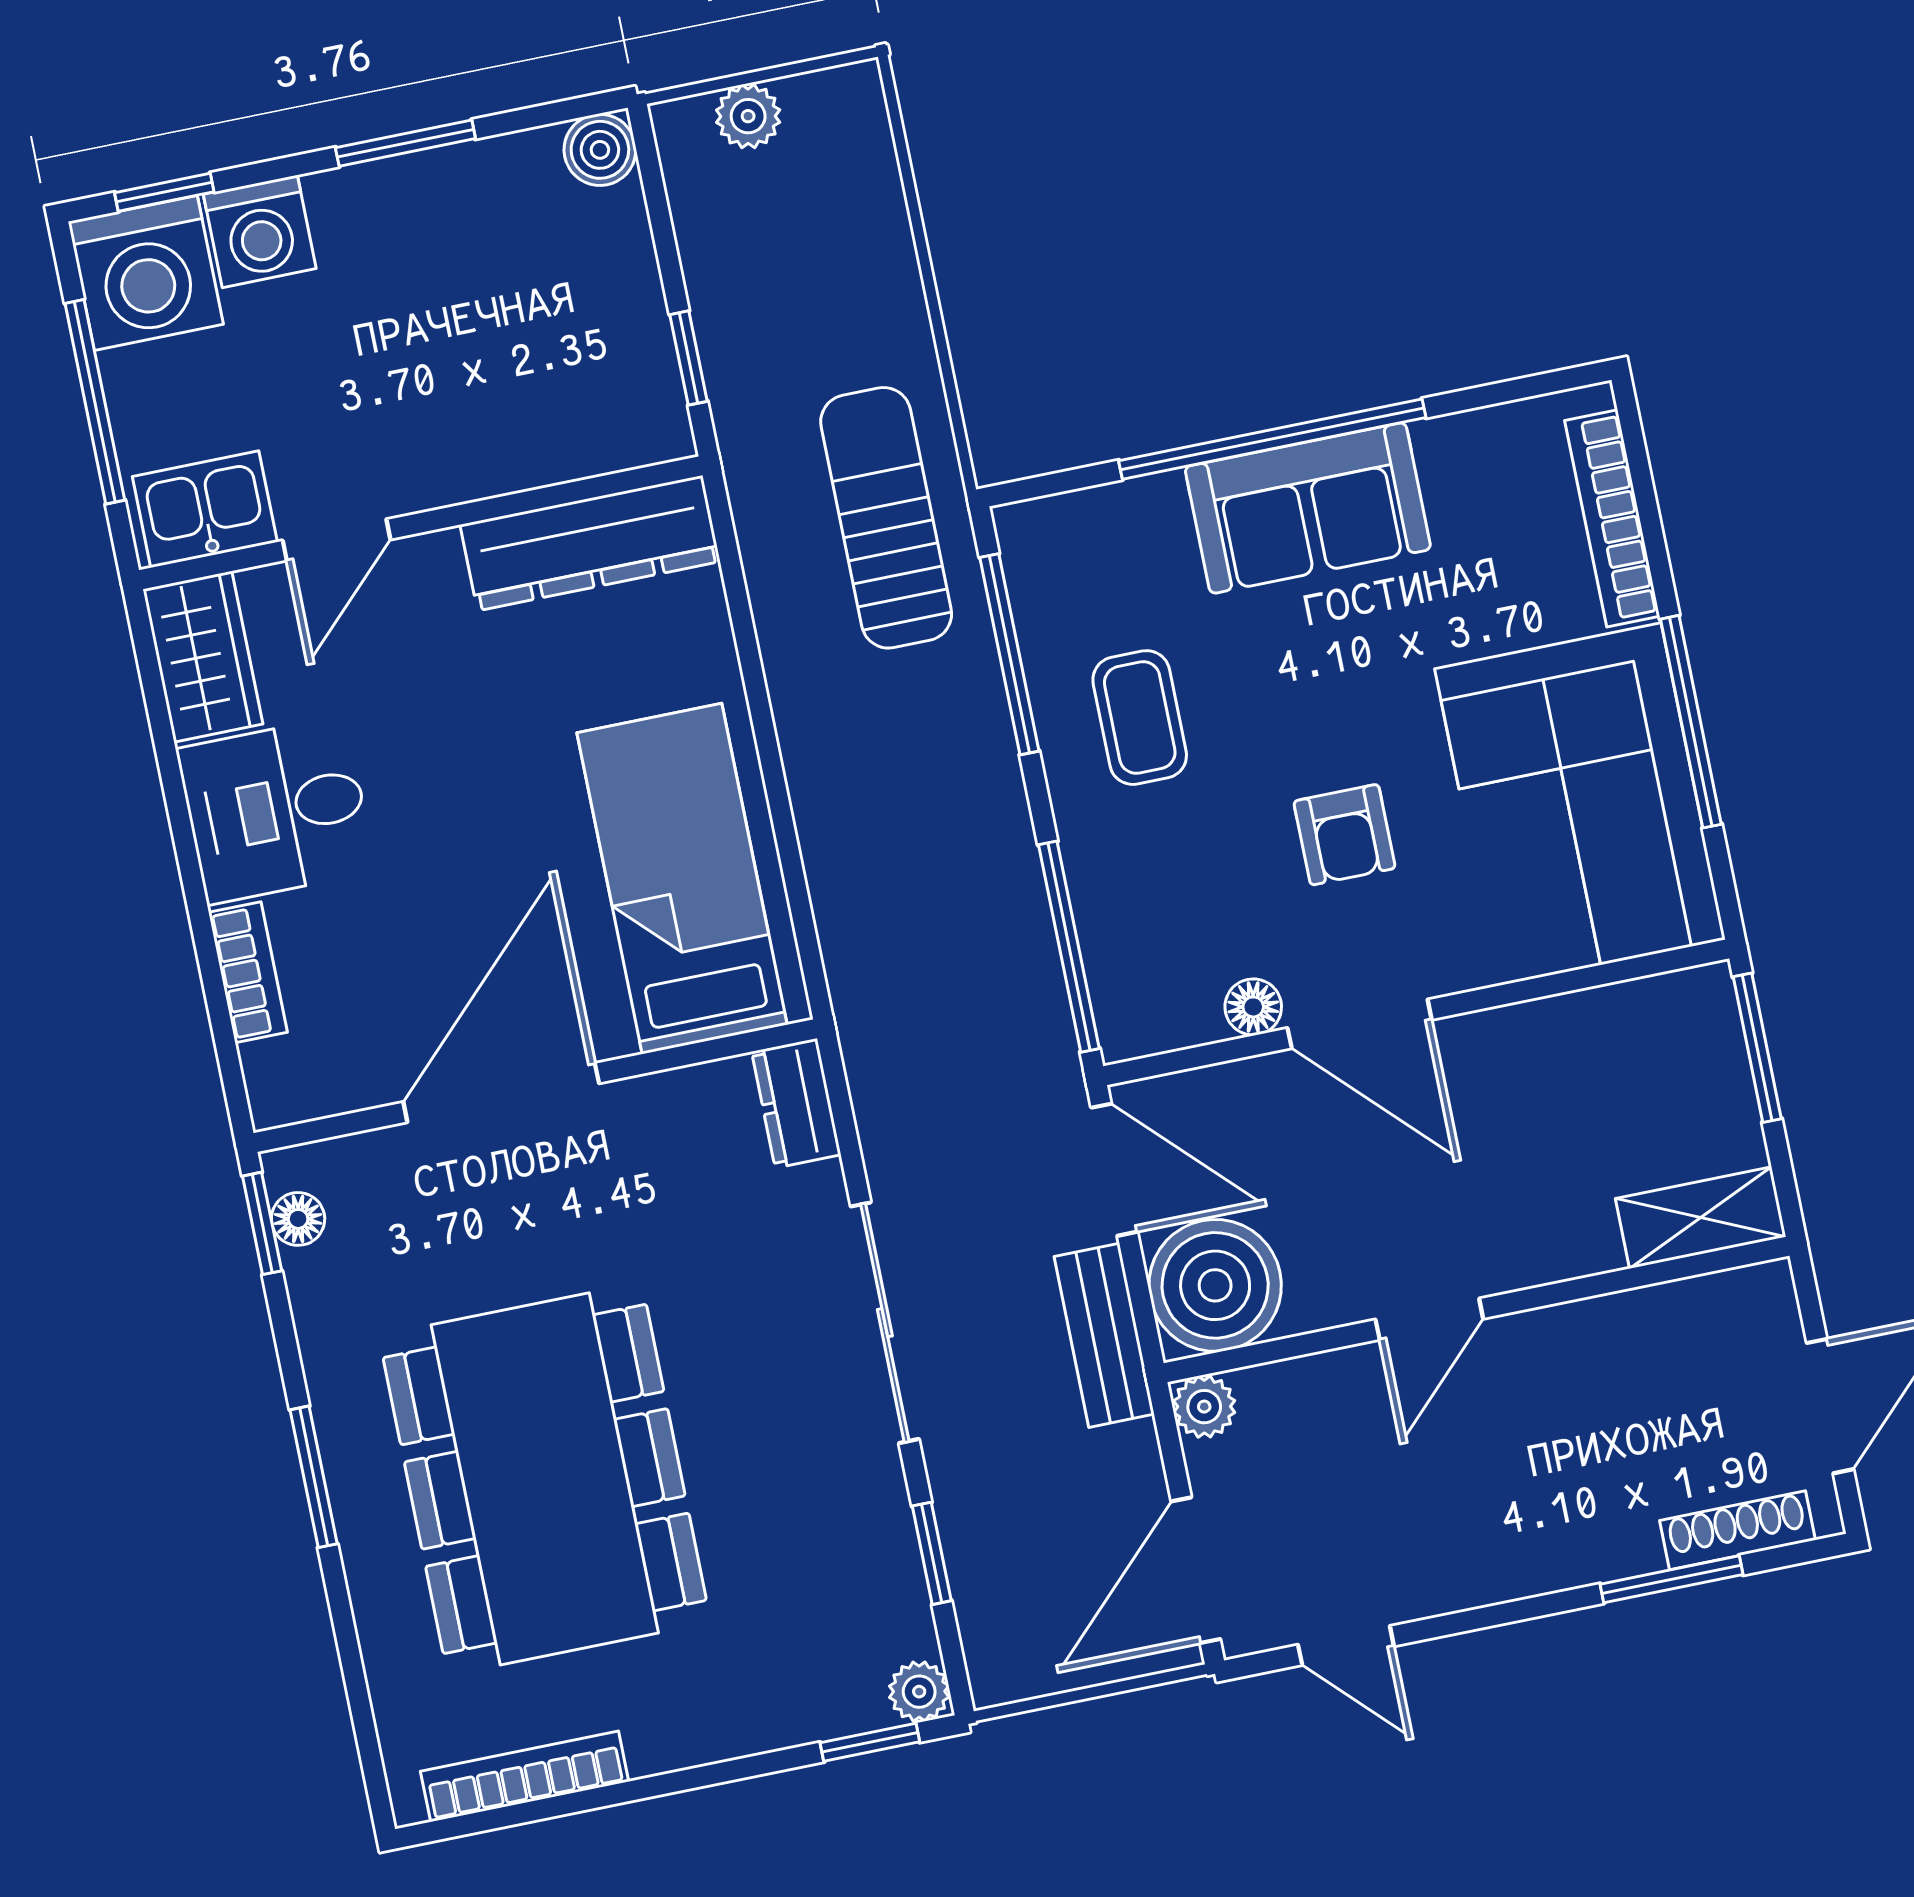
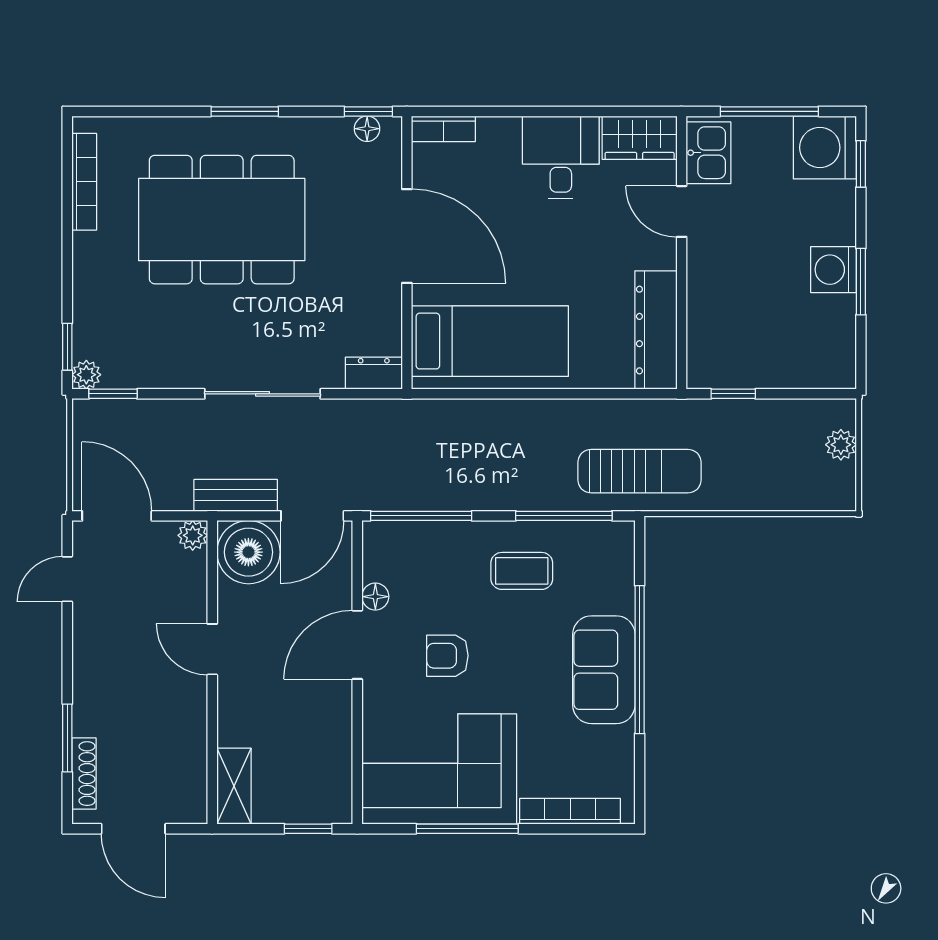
boiler: (600, 150) -> (839, 372), removed
washing machine: (260, 231) -> (833, 270), moved
bookcase: (248, 972) -> (443, 129), moved
window: (1757, 1048) -> (308, 829), width x0.67
window: (932, 1553) -> (113, 394), moved

